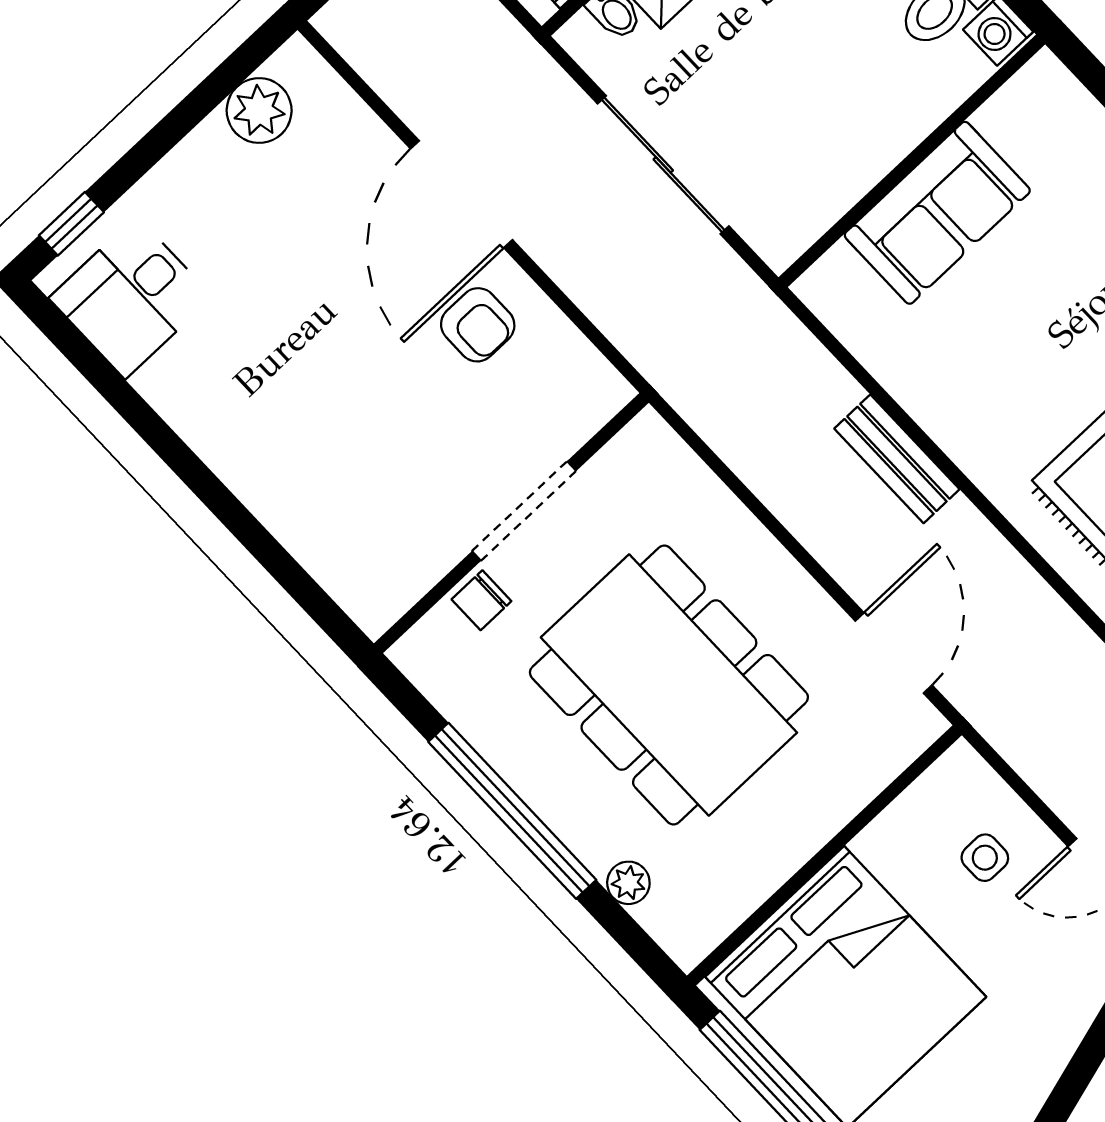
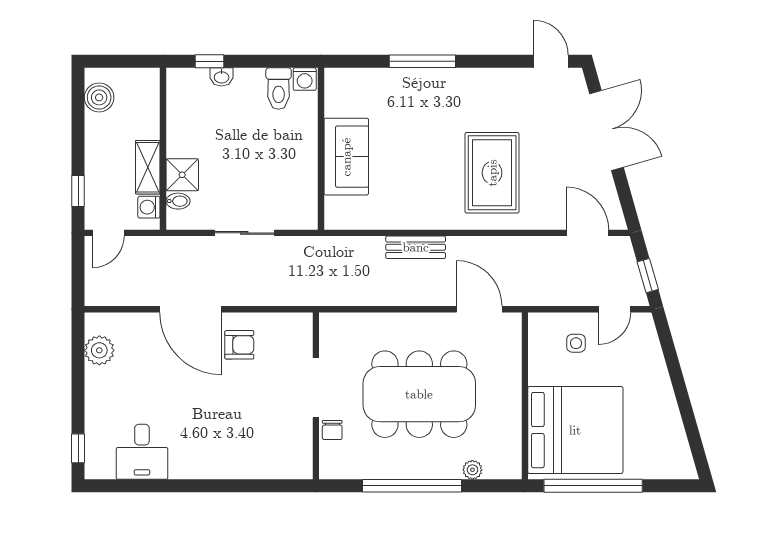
sliding door: (663, 165) -> (244, 233), width x0.73
desk: (131, 297) -> (142, 452), moved

